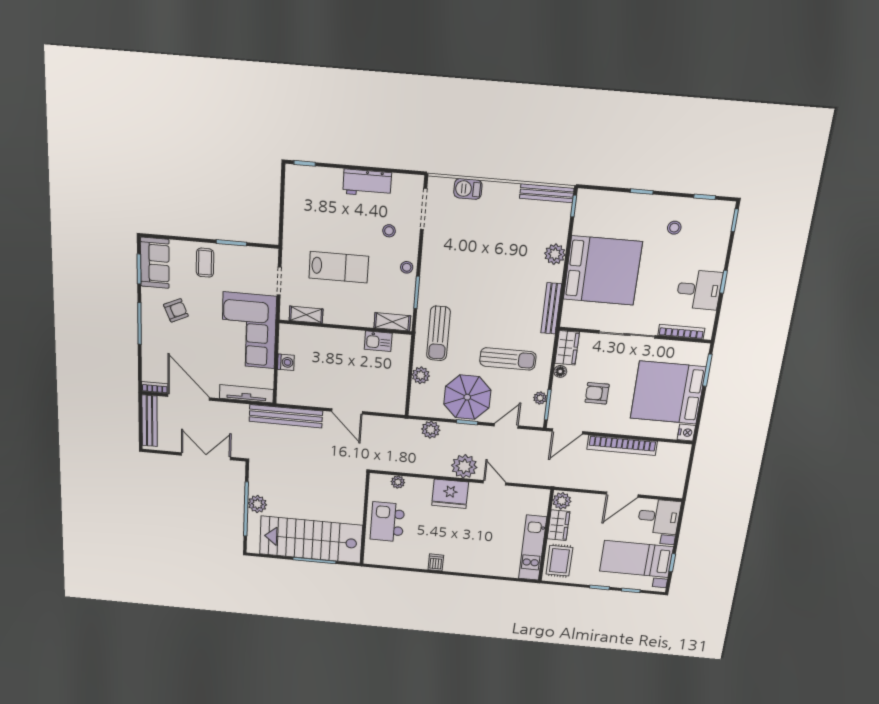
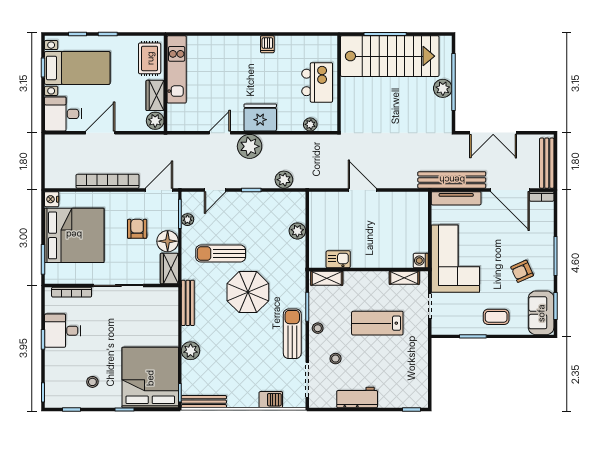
coffee table: (205, 263) -> (496, 317), turned 90
bed: (603, 271) -> (150, 378), moved, turned 90
sun lounger: (438, 333) -> (292, 334), moved
washing machine: (286, 362) -> (421, 261), moved
floor lamp: (560, 371) -> (168, 241), width x1.89, depth x1.89
armchair: (597, 393) -> (137, 229), turned -90
parasol: (467, 397) -> (248, 292), moved
bench: (286, 416) -> (452, 180), moved
door: (494, 483) -> (220, 133), swing flipped

